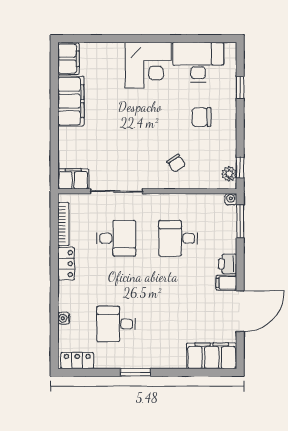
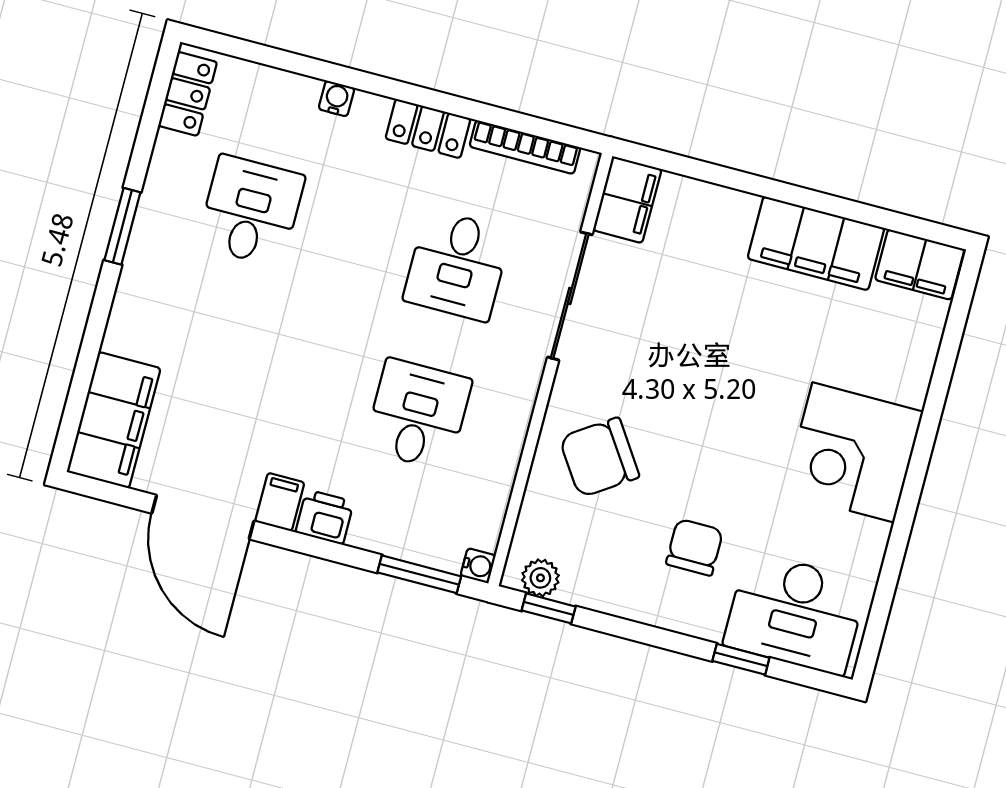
desk: (198, 62) -> (795, 613), moved, turned 90
chair: (176, 163) -> (599, 457), width x1.87, depth x1.87
water cooler: (64, 318) -> (337, 98), moved

